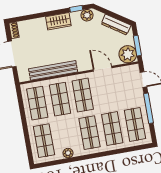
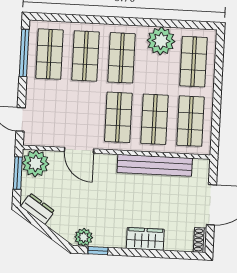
wardrobe: (58, 21) -> (145, 239), moved
dresser: (116, 25) -> (38, 209), width x0.70
window: (149, 108) -> (24, 53), moved
plant: (68, 153) -> (161, 41), width x1.87, depth x1.87

